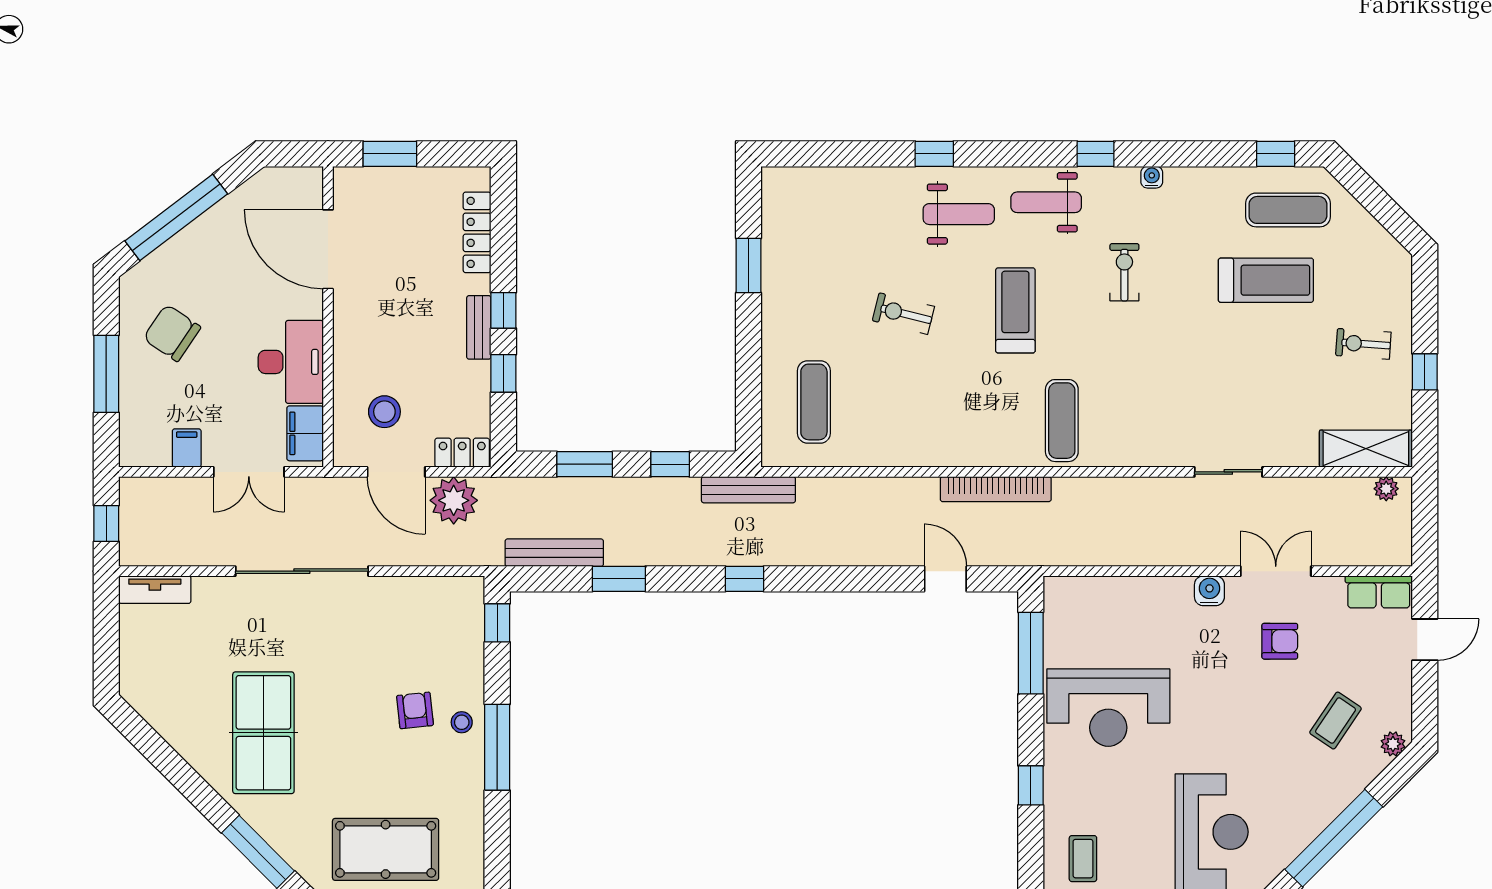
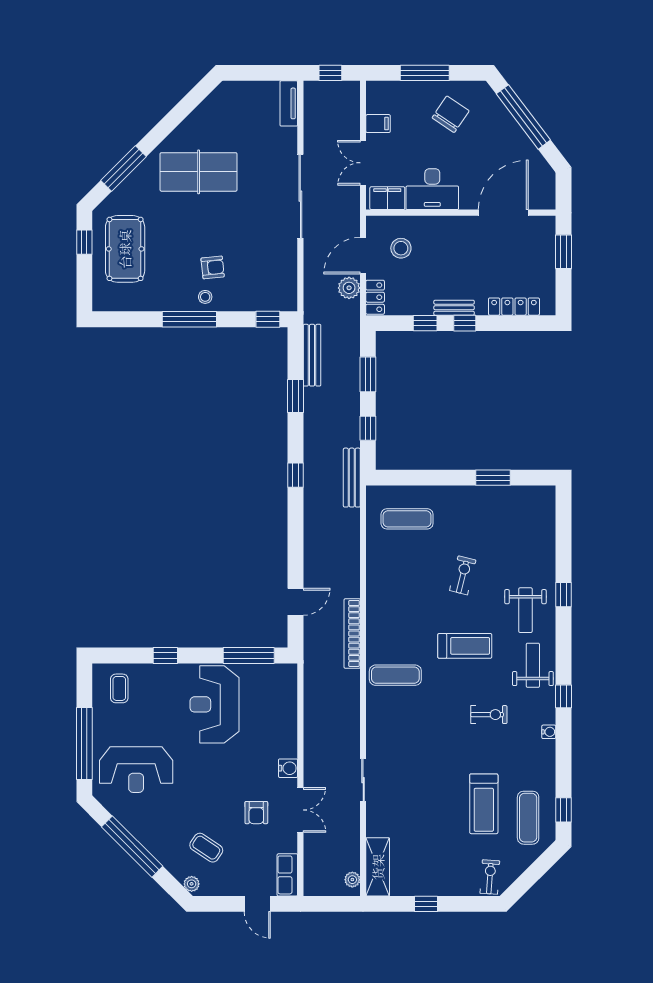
exercise bike: (1363, 344) -> (490, 877), moved
plant: (454, 500) -> (349, 288), width x0.73, depth x0.73
coffee table: (1083, 859) -> (119, 688), turned 90

